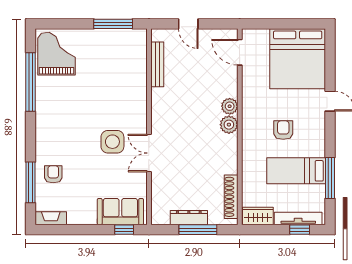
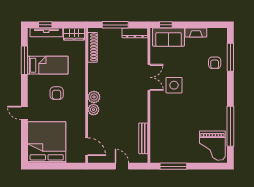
fireplace: (51, 218) -> (196, 33), moved
dresser: (189, 218) -> (135, 33), moved

